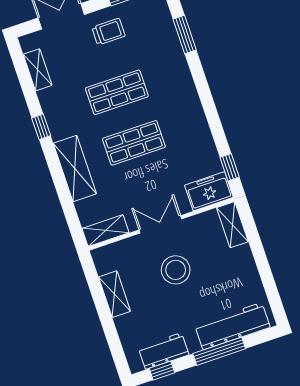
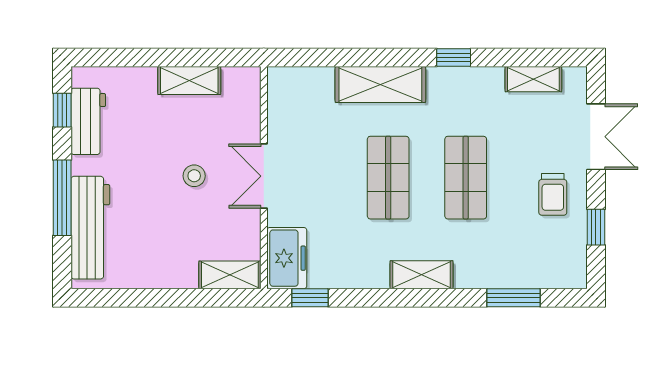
double door: (160, 224) -> (264, 176), swing flipped
shelving: (106, 231) -> (422, 275), moved, turned 90
stool: (176, 270) -> (194, 176), width x0.53, depth x0.53

